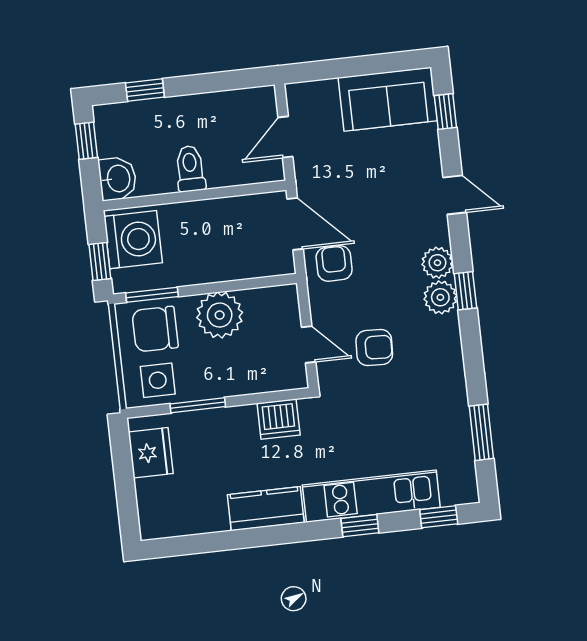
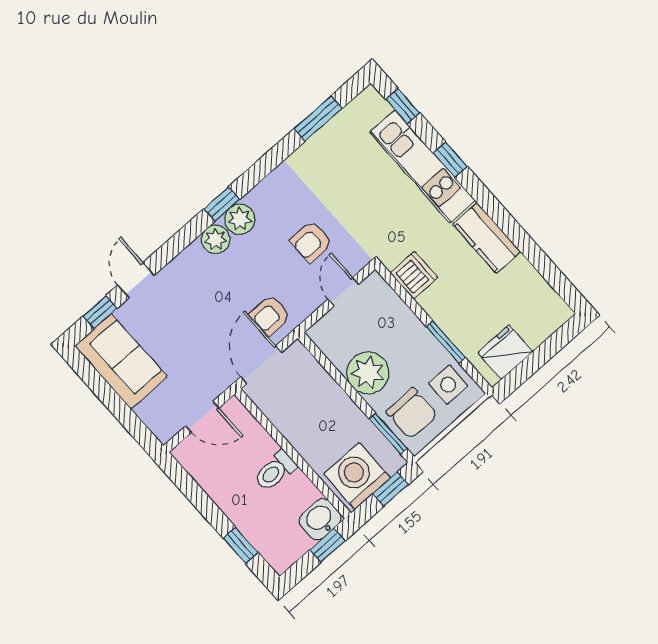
window: (86, 141) -> (327, 545), moved
door: (455, 195) -> (136, 280), moved
armchair: (374, 348) -> (311, 242), turned -92

